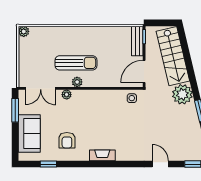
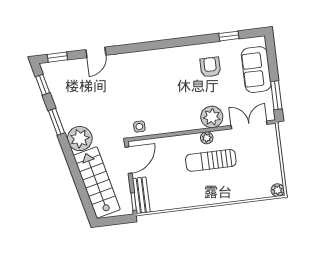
plant: (67, 95) -> (212, 117), width x1.87, depth x1.87
fireplace: (102, 155) -> (166, 54), removed
door: (160, 164) -> (96, 52), hinge flipped

